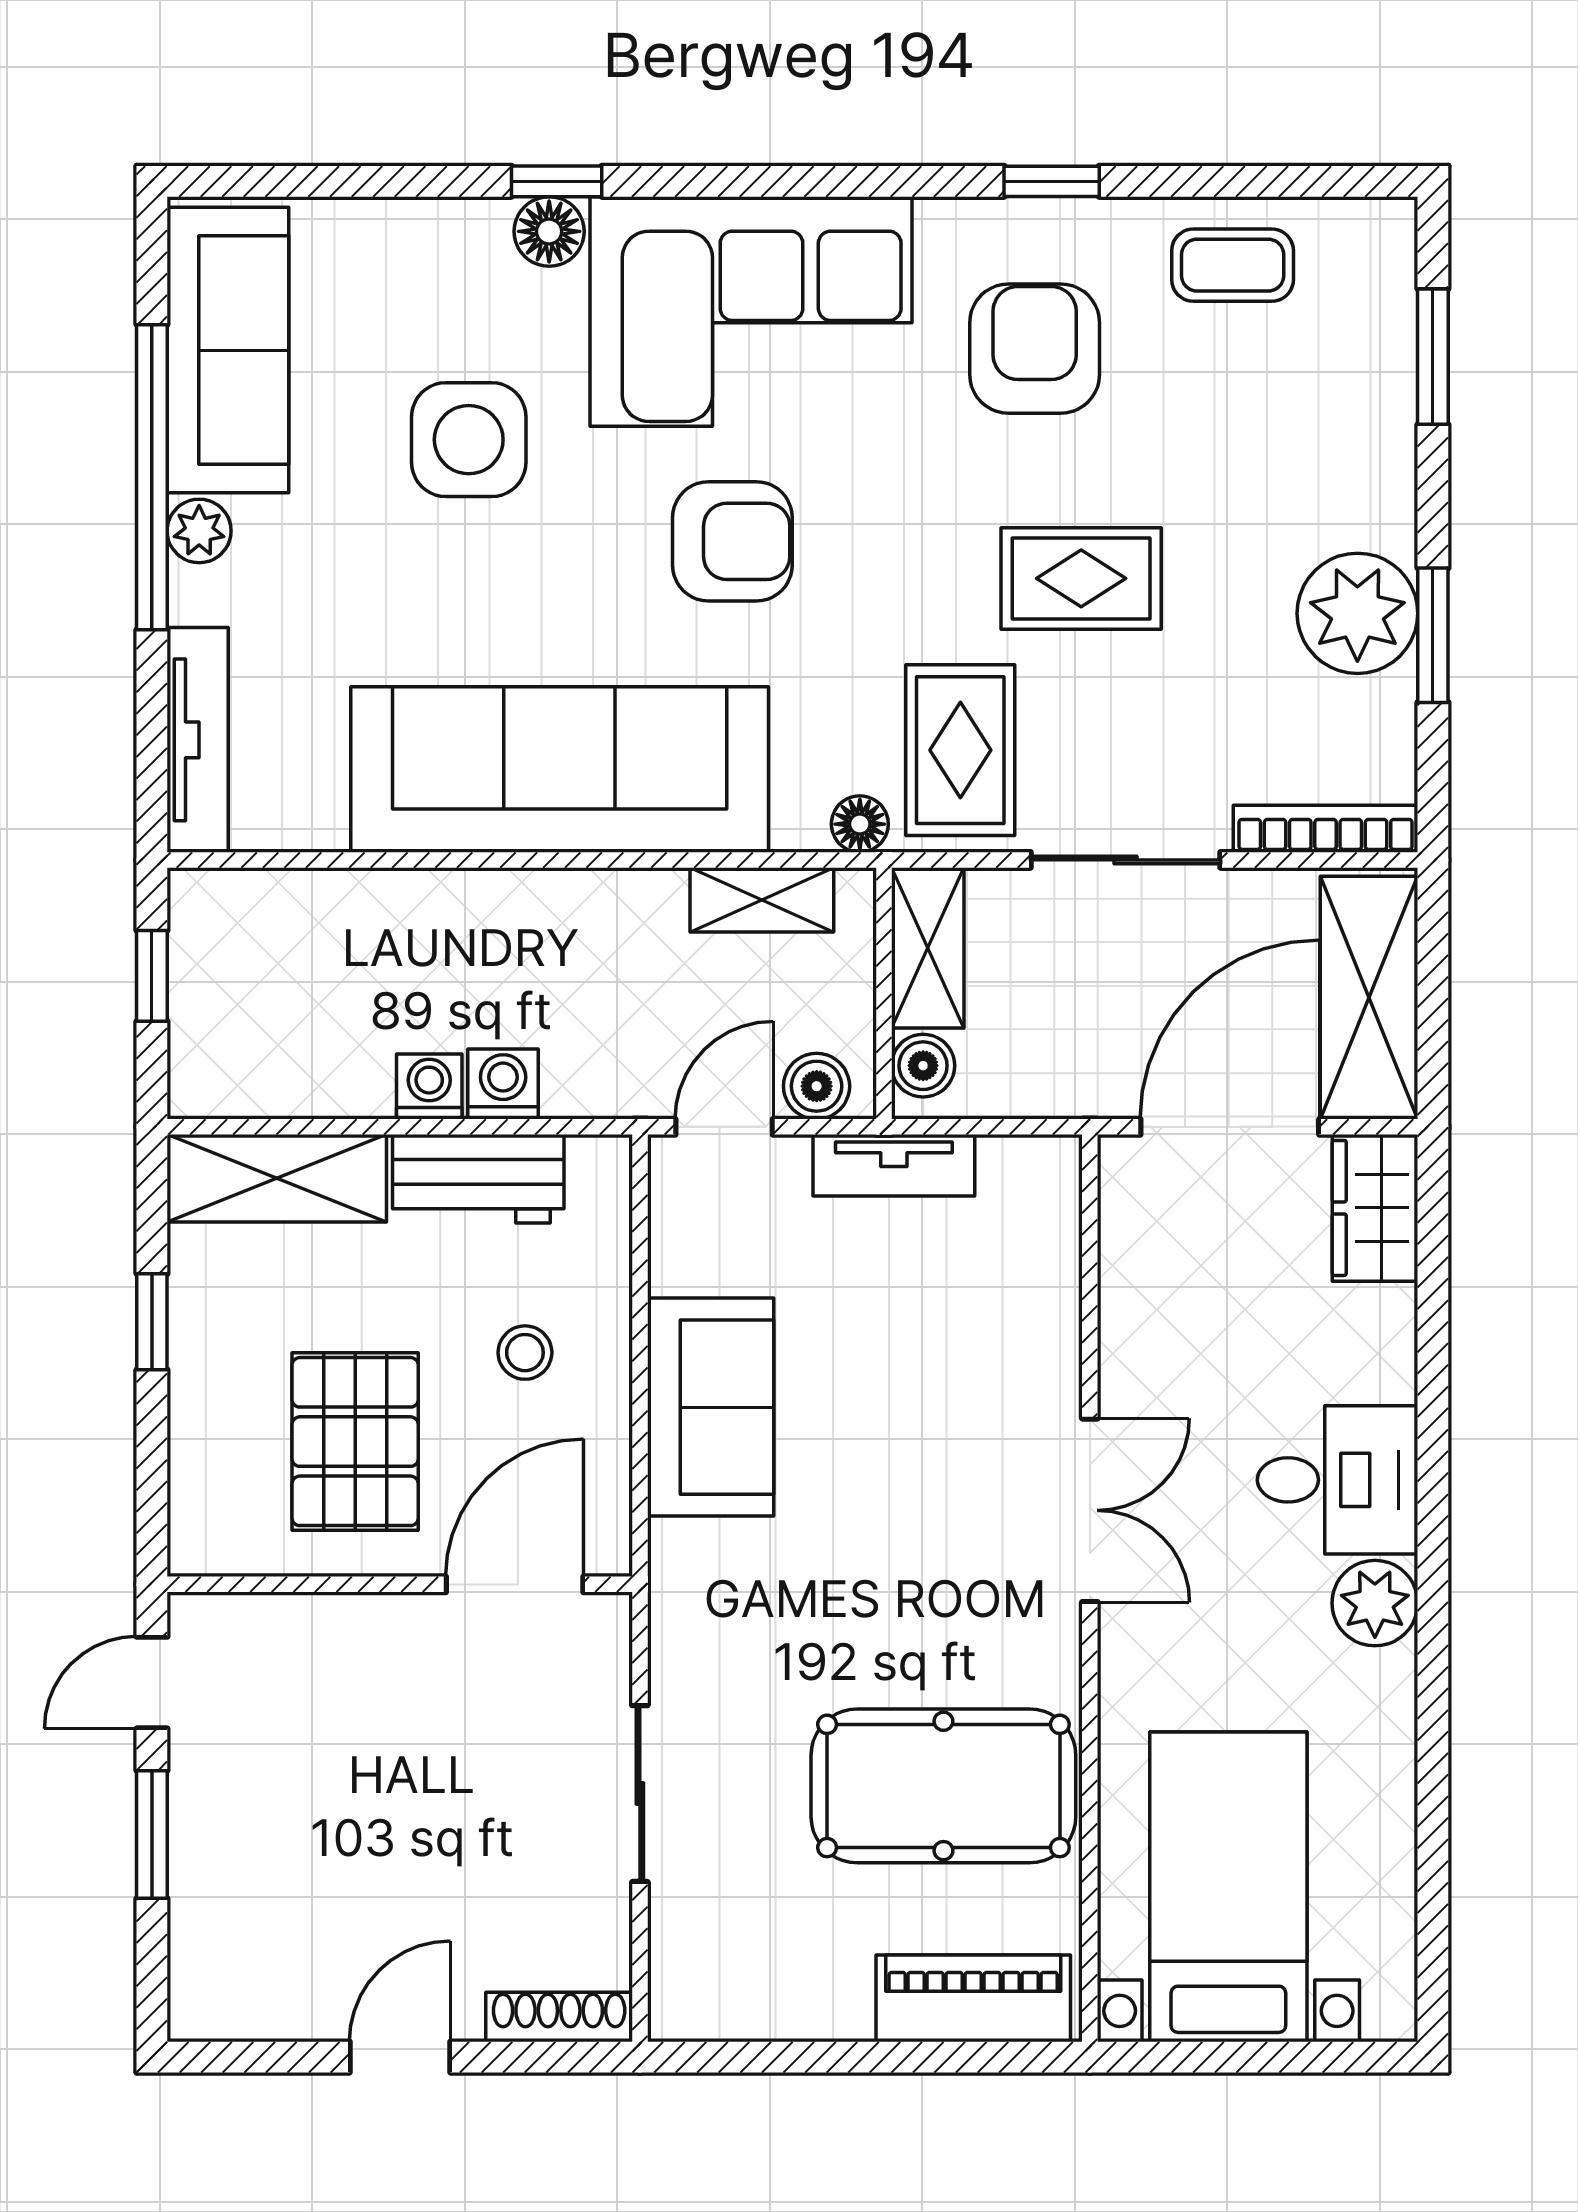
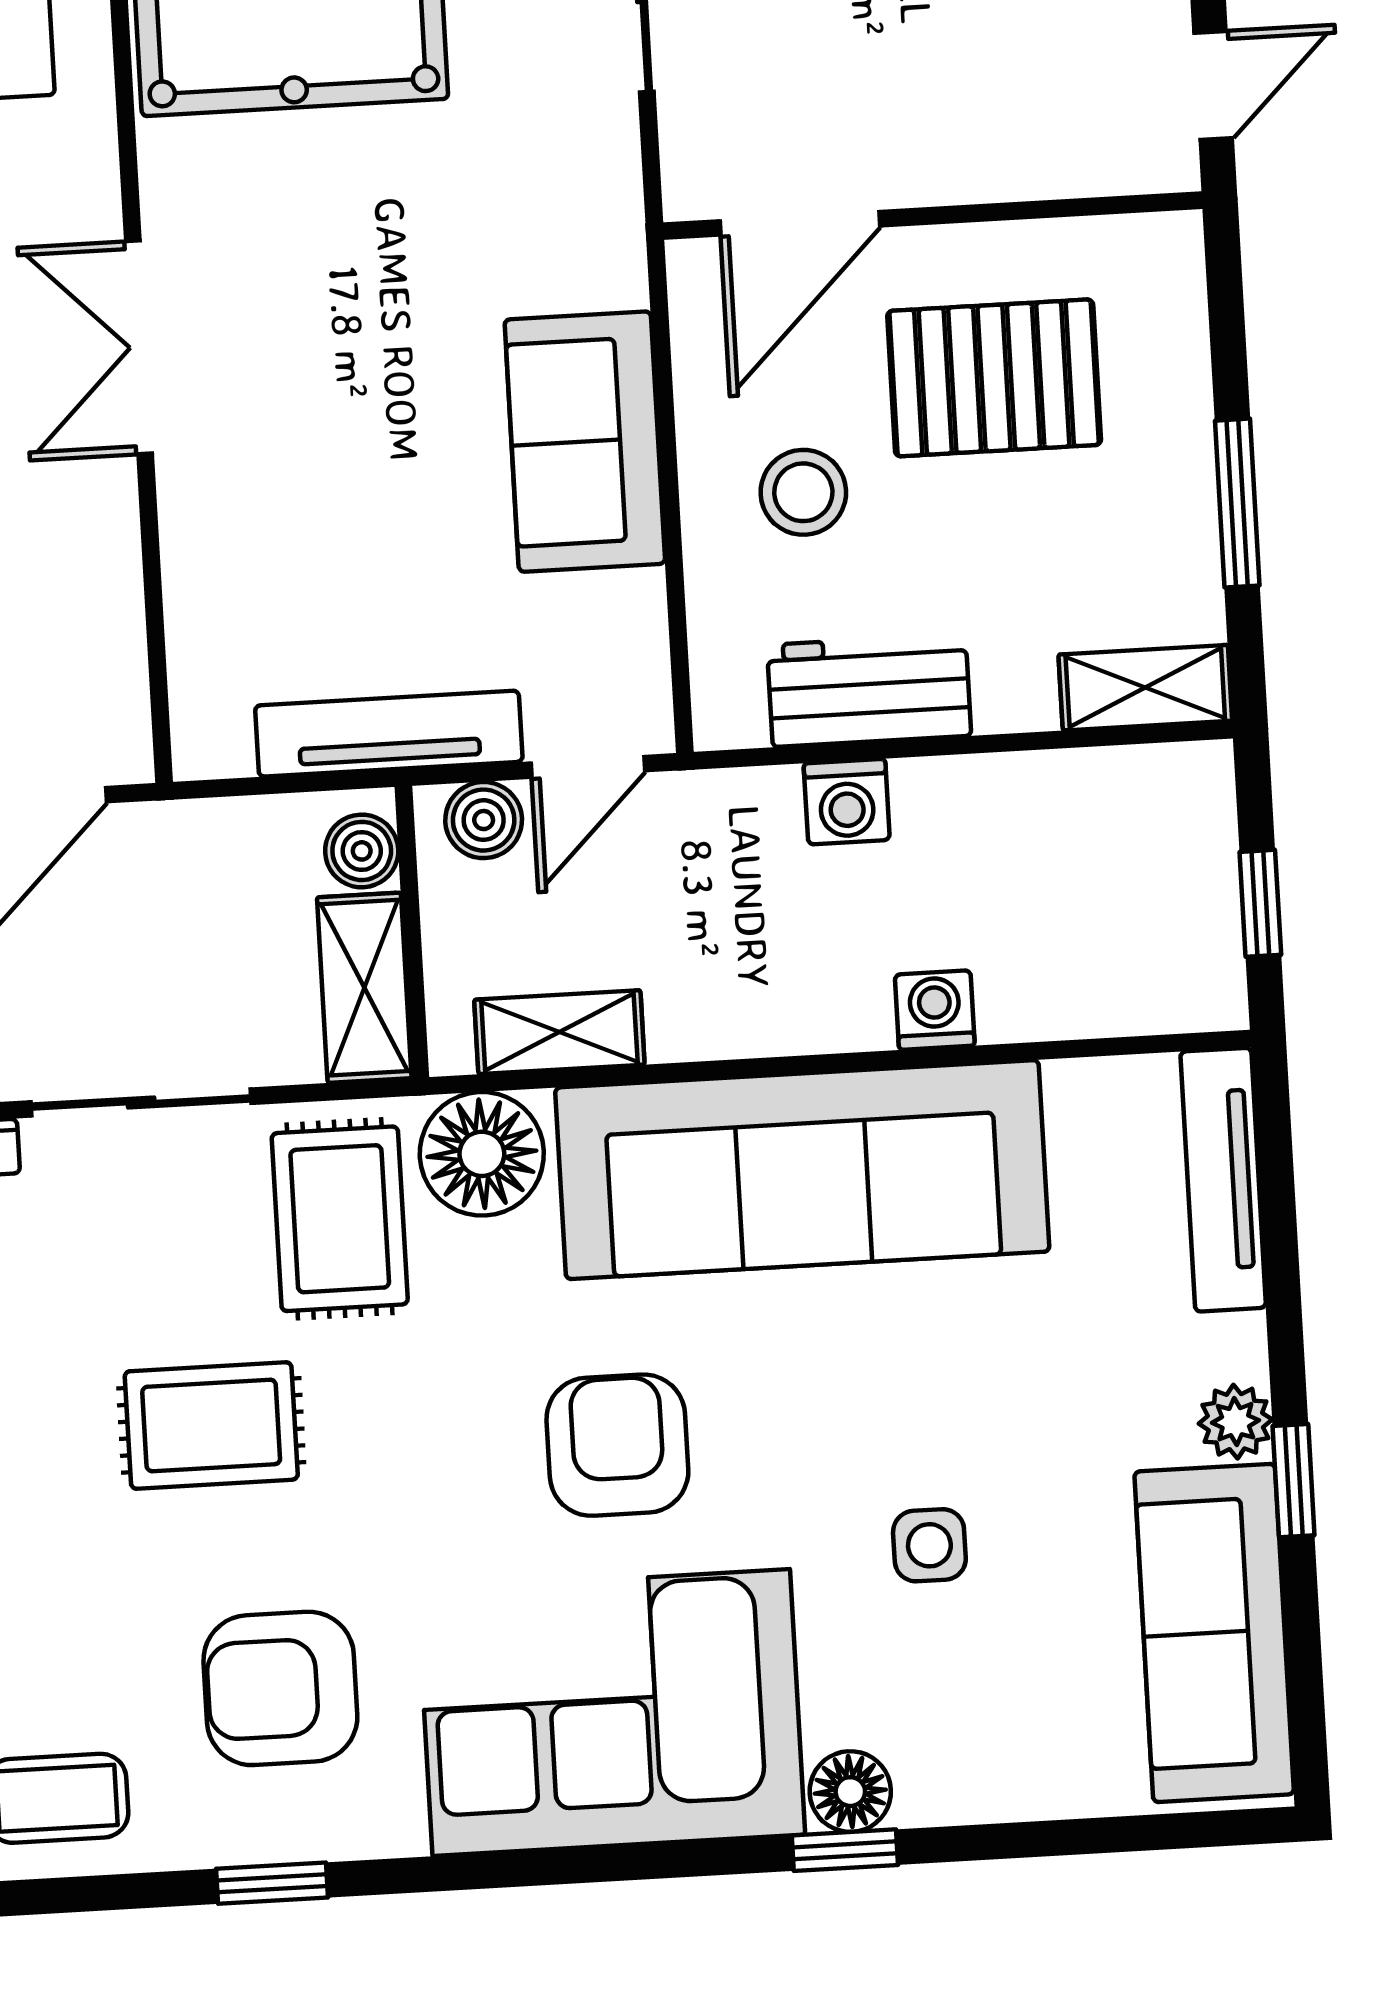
armchair: (1035, 349) -> (280, 1688), turned 90
side table: (469, 440) -> (929, 1545), width x0.54, depth x0.54
window: (152, 477) -> (1294, 1481), width x0.32
armchair: (732, 541) -> (617, 1445), turned 90
floor lamp: (860, 824) -> (482, 1154), width x1.89, depth x1.89
washing machine: (429, 1087) -> (935, 1010), moved, turned 180
tv unit: (894, 1165) -> (389, 734), width x1.41
shelving: (277, 1178) -> (1145, 688), width x0.67, depth x0.75
window: (152, 1322) -> (1237, 503), width x1.50
stool: (525, 1353) -> (803, 492), width x1.37, depth x1.37
pallet: (355, 1442) -> (994, 378), turned 90

